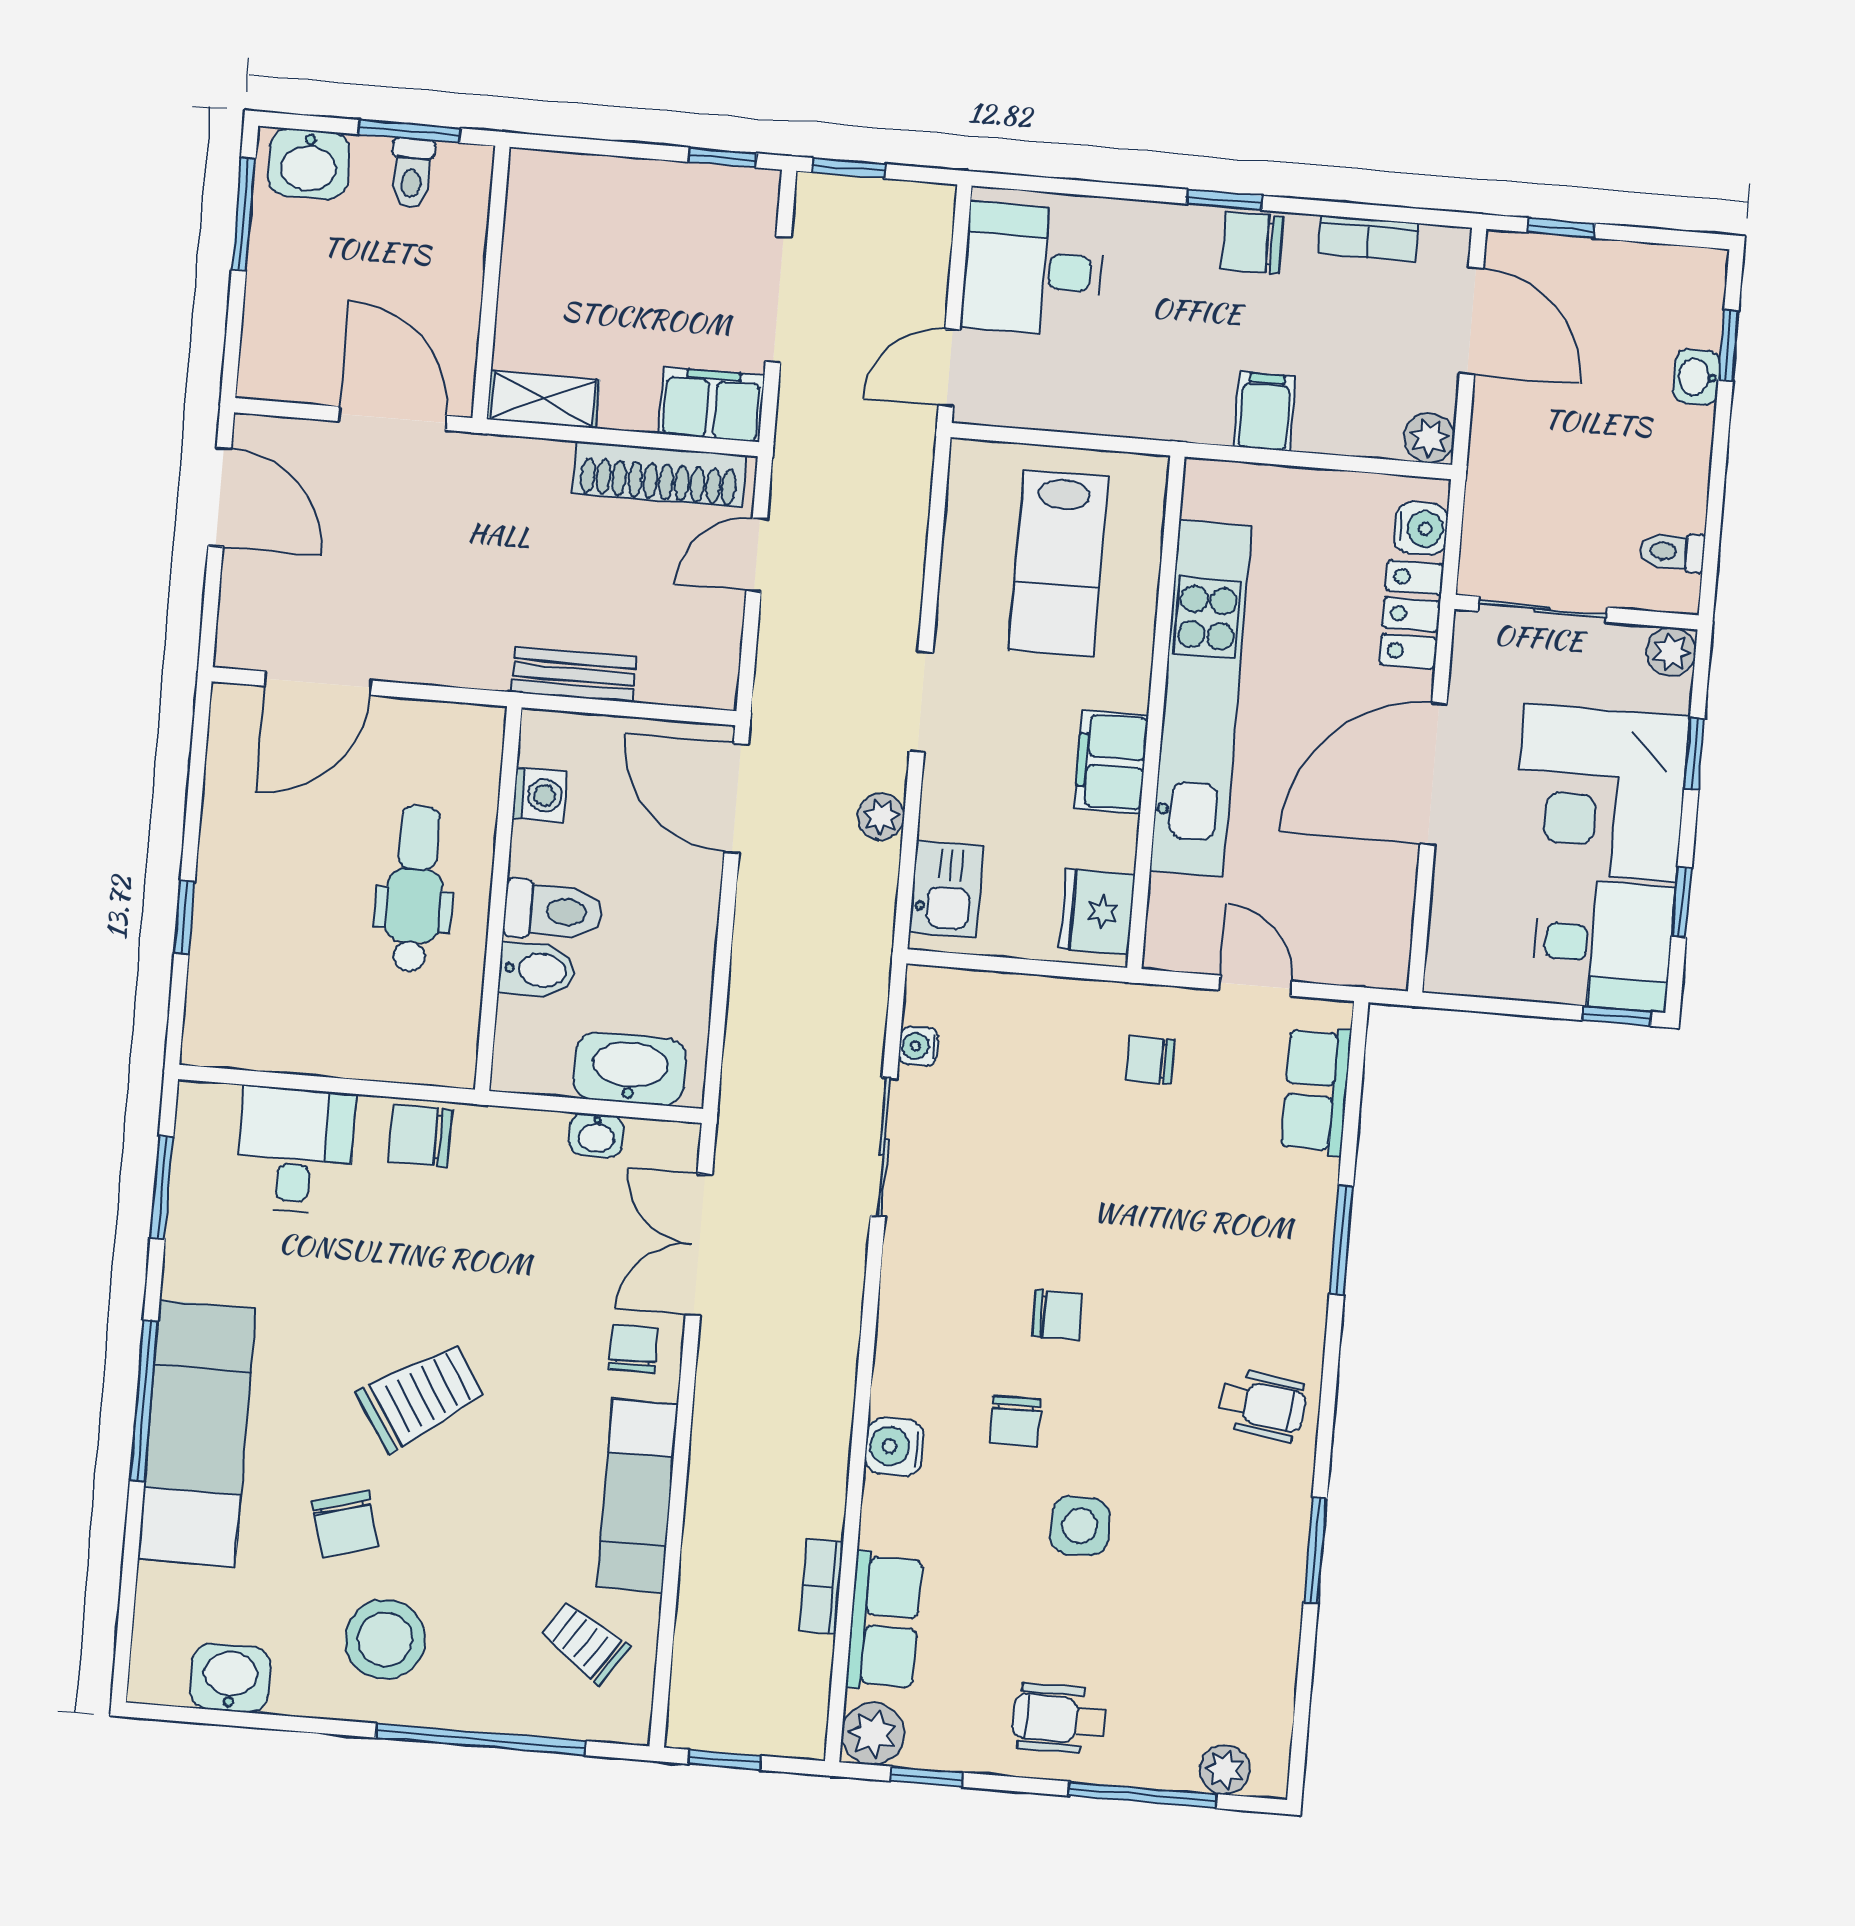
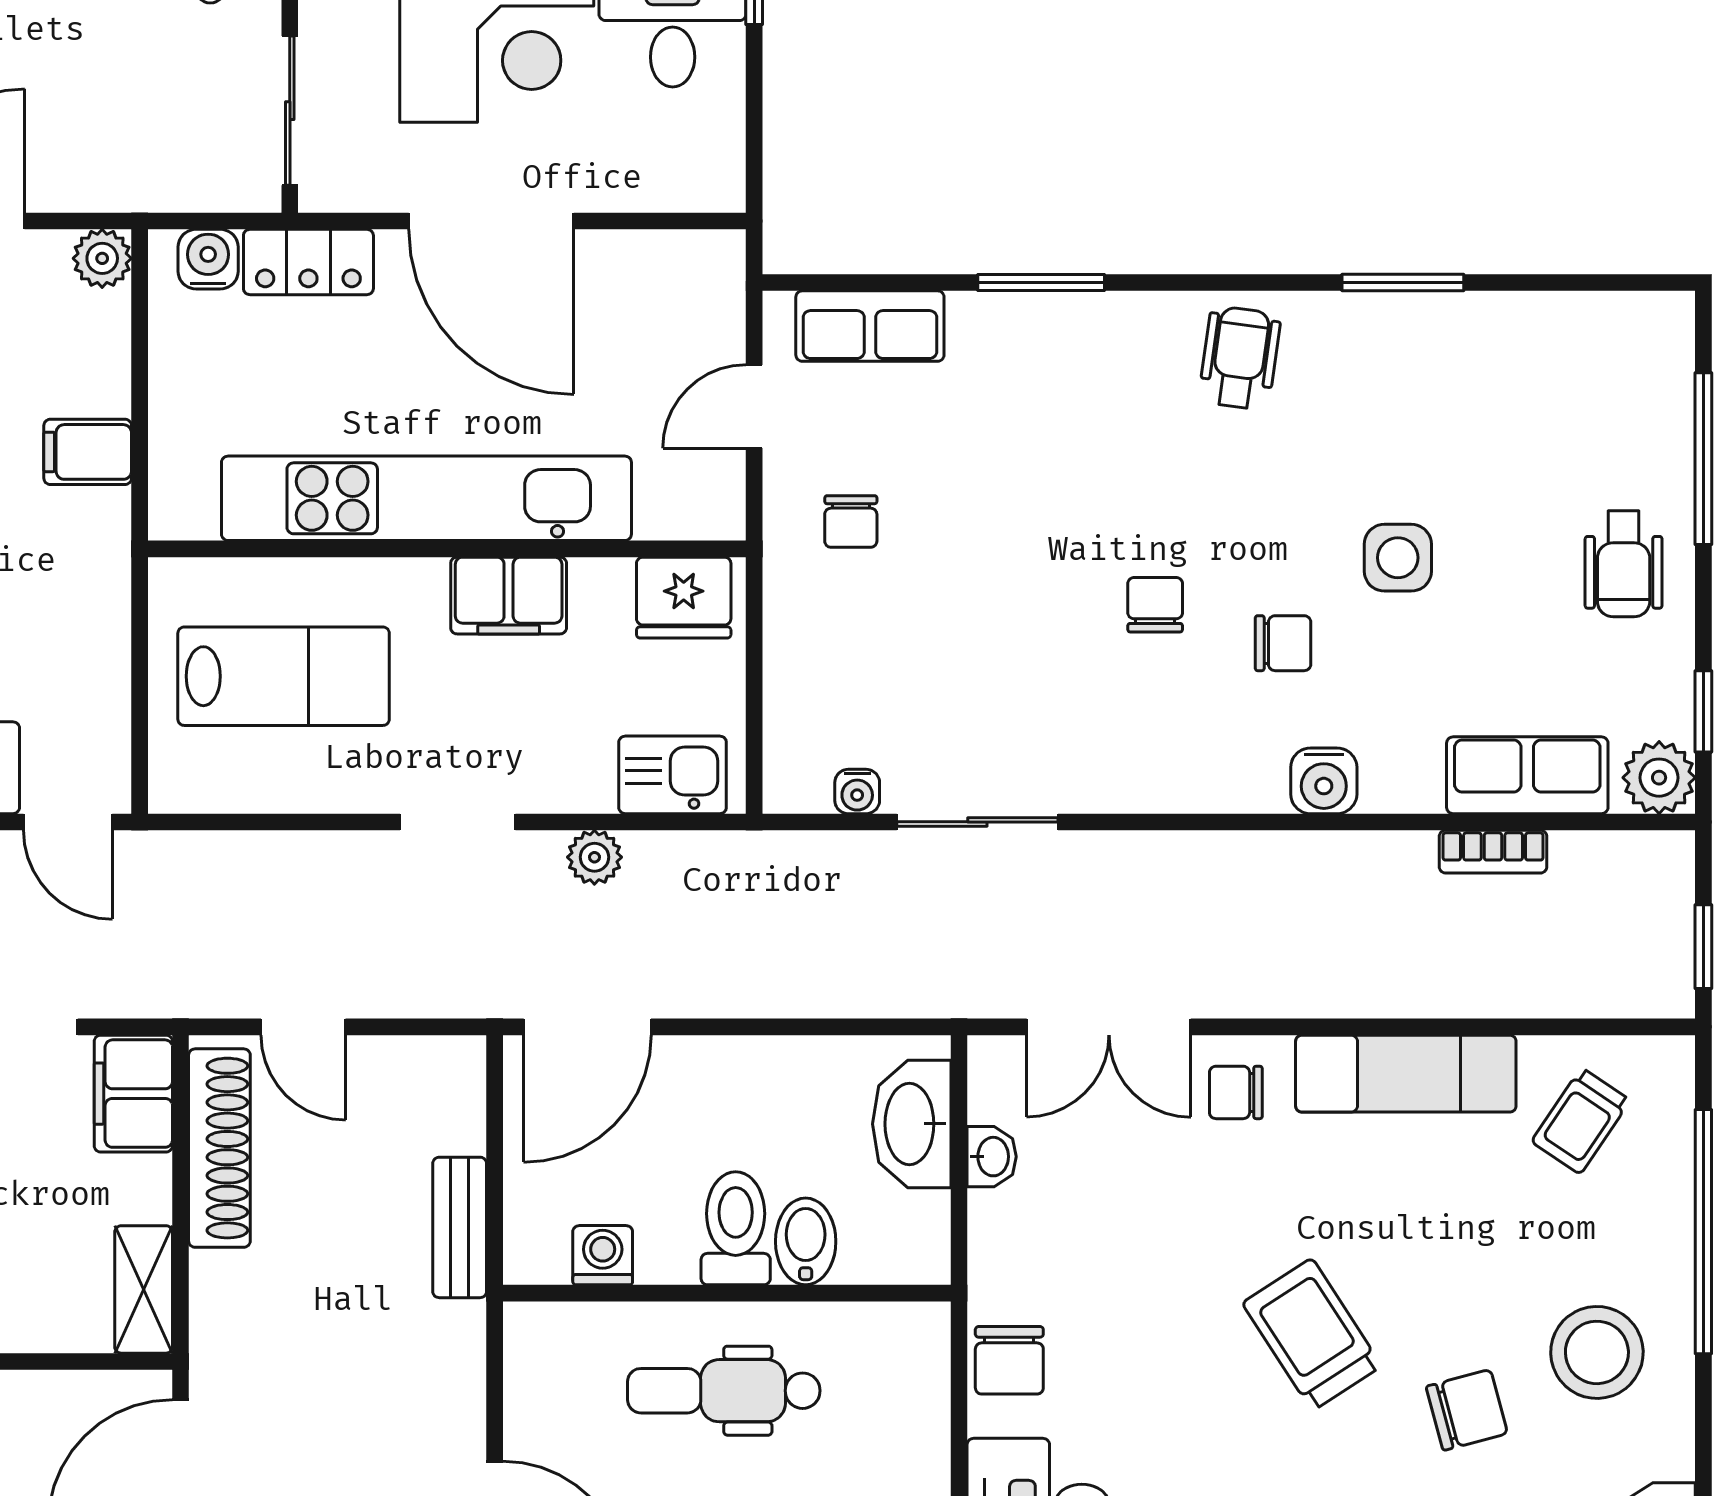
plant: (1225, 1770) -> (1666, 366), removed

